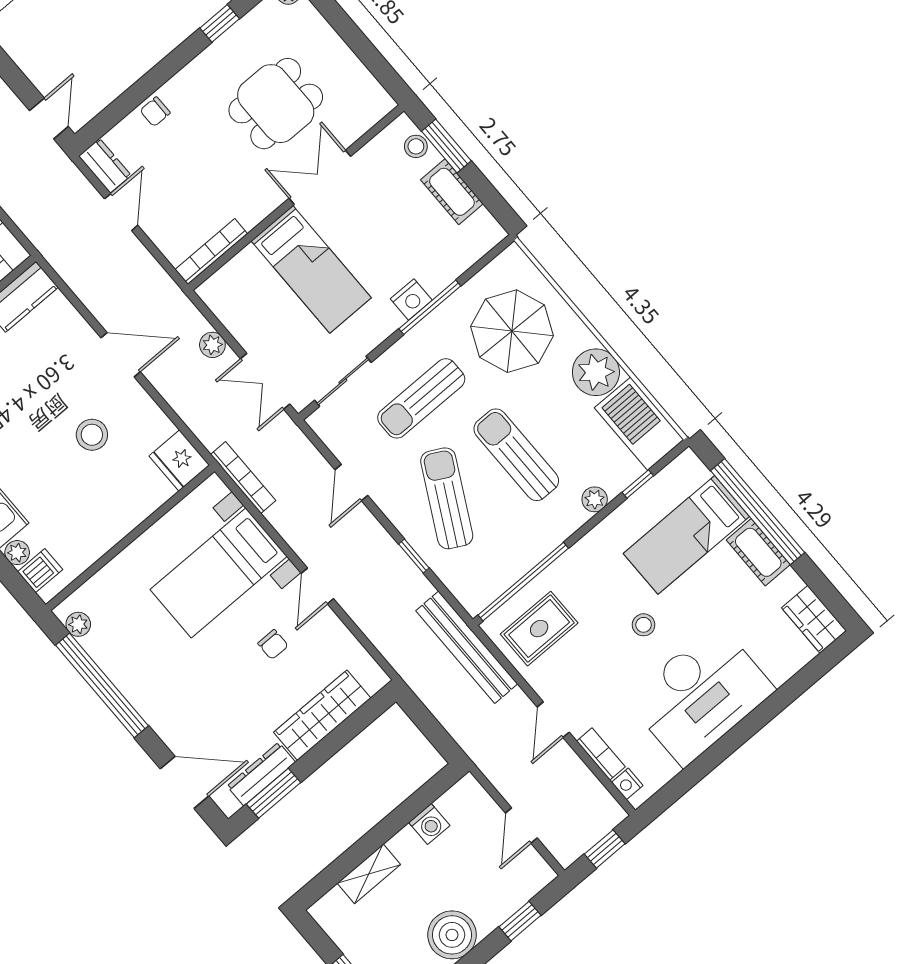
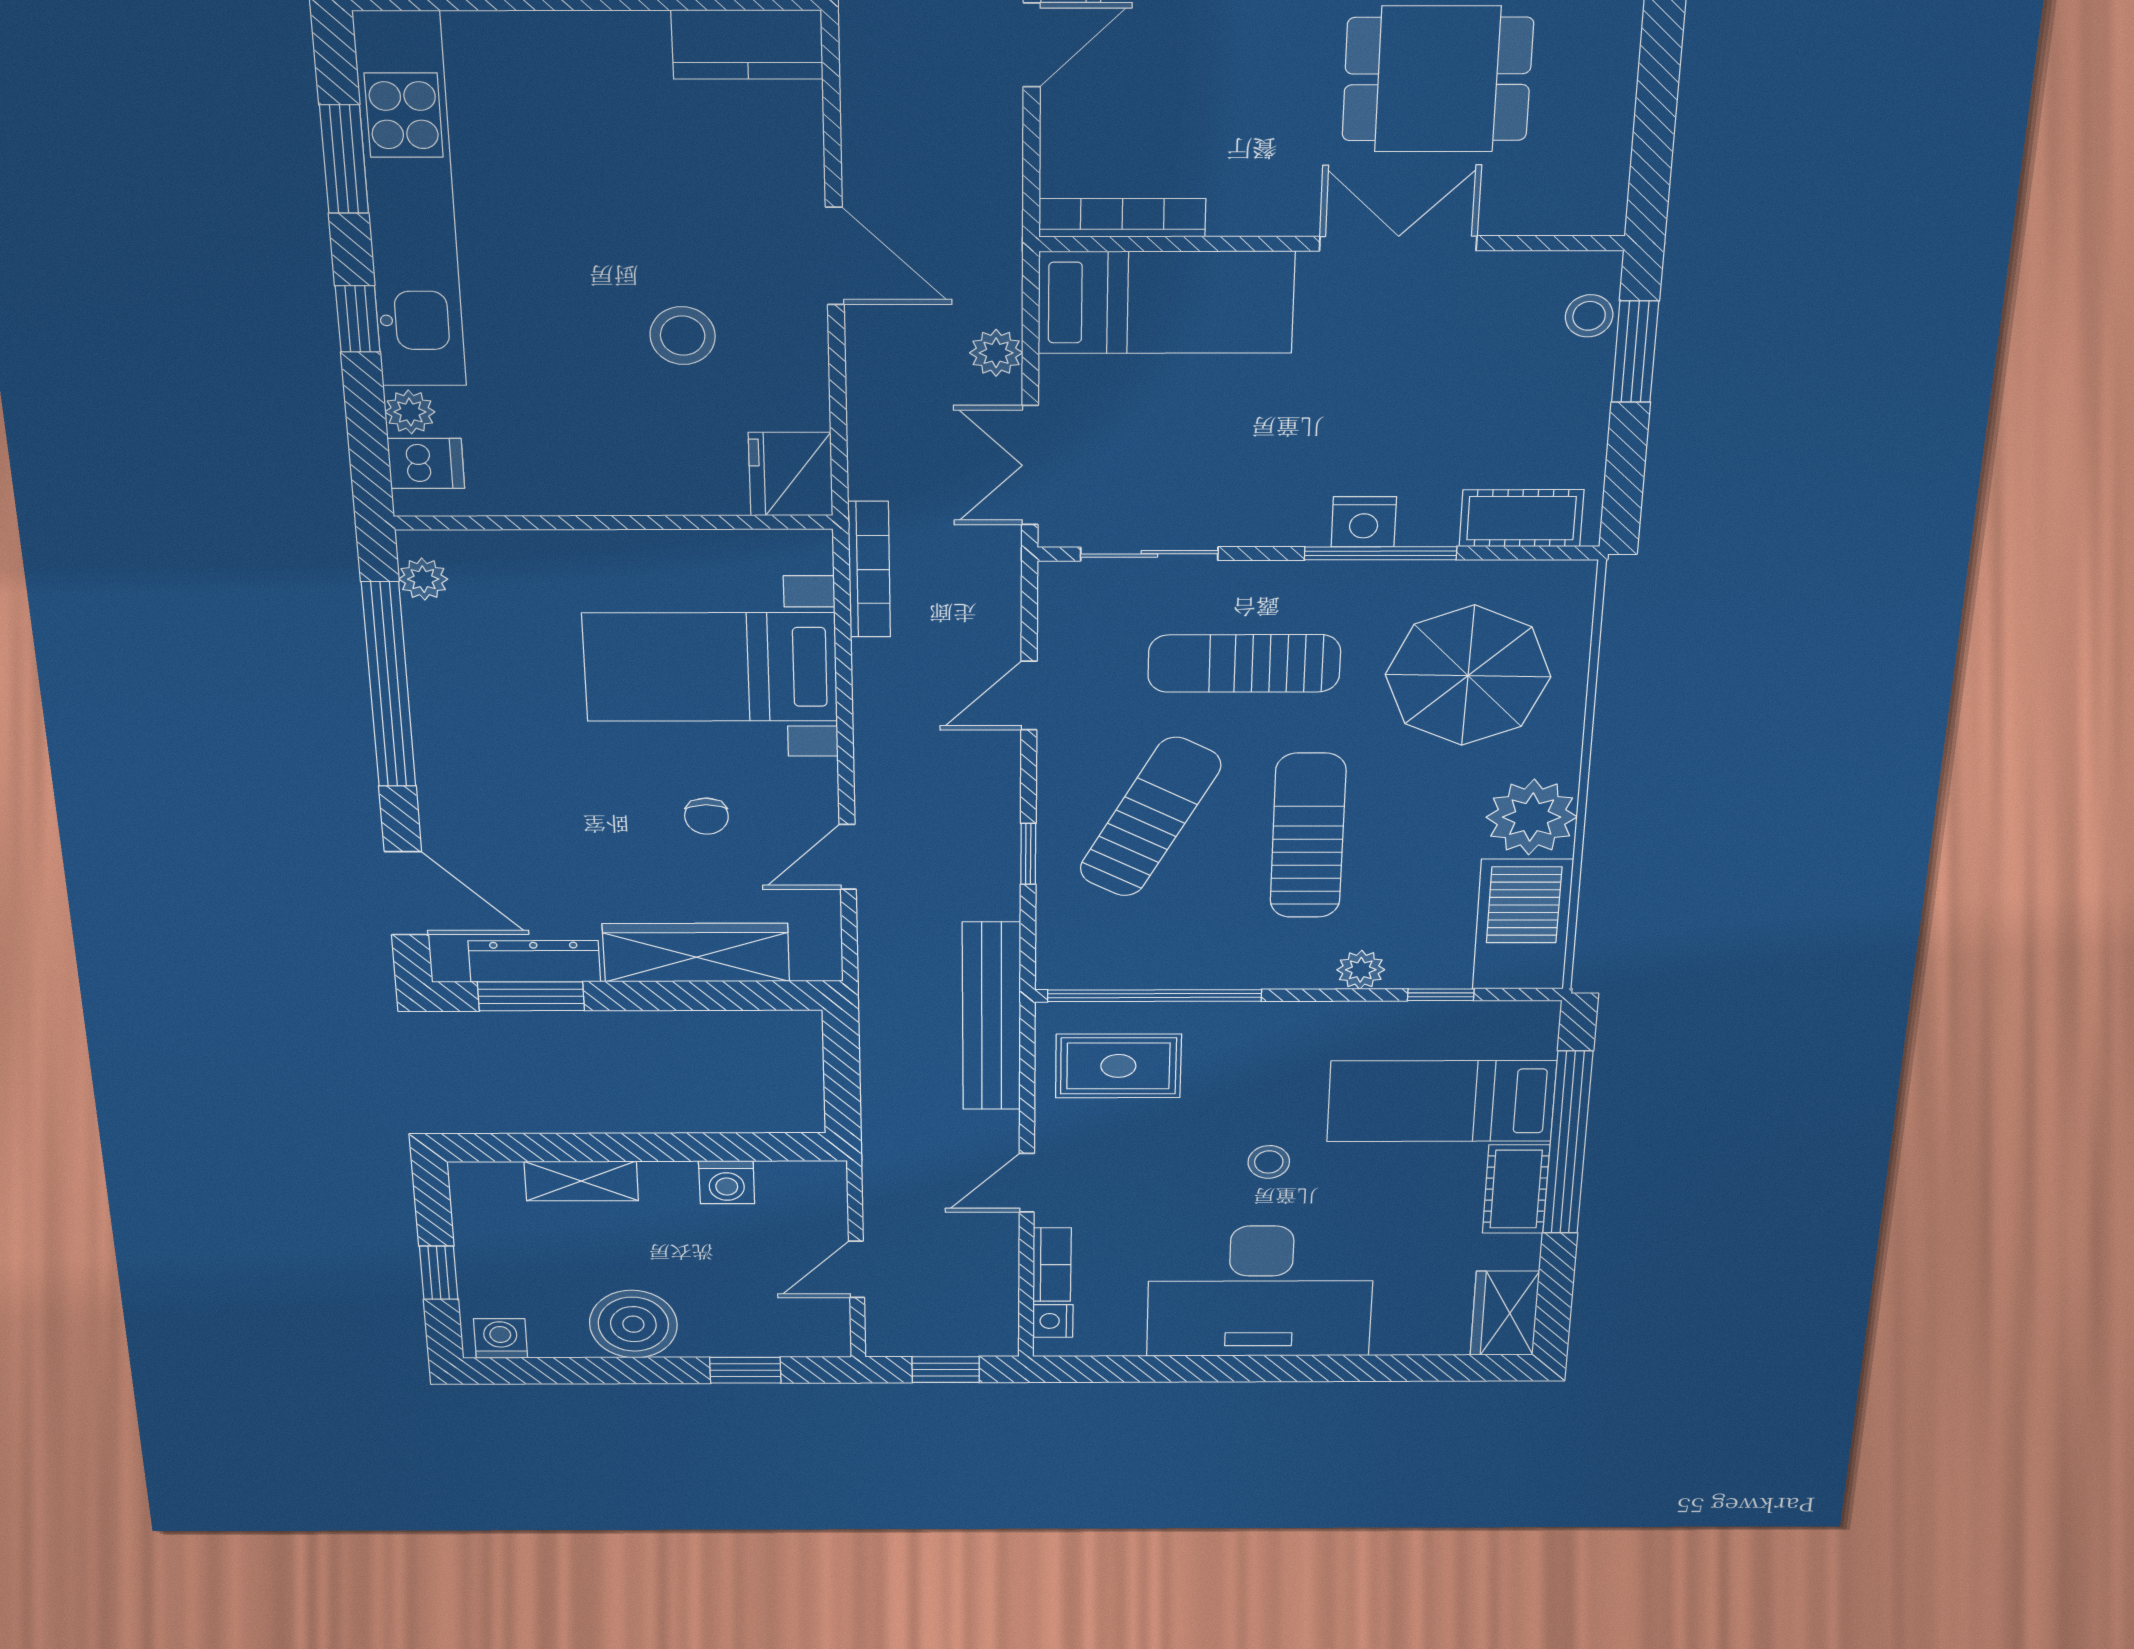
cot: (452, 192) -> (1521, 518), moved, turned 90
bed: (311, 269) -> (1166, 302), moved, turned -90
door: (317, 586) -> (848, 857), moved

